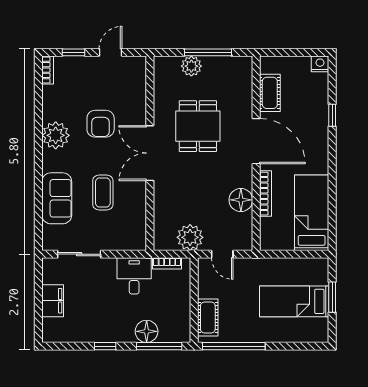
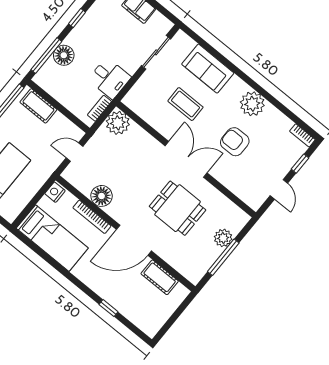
nightstand: (320, 64) -> (55, 192), moved, turned 180
plant: (190, 237) -> (118, 123), moved

